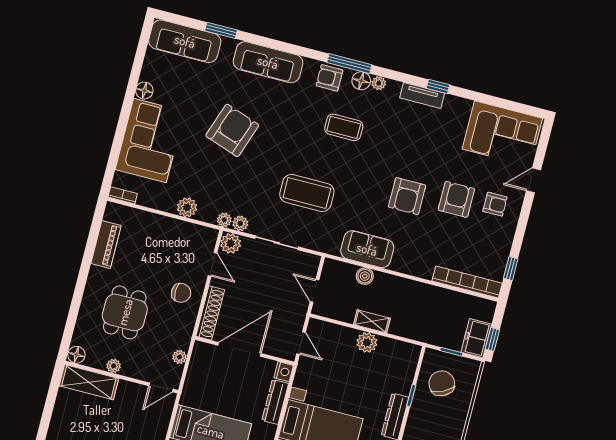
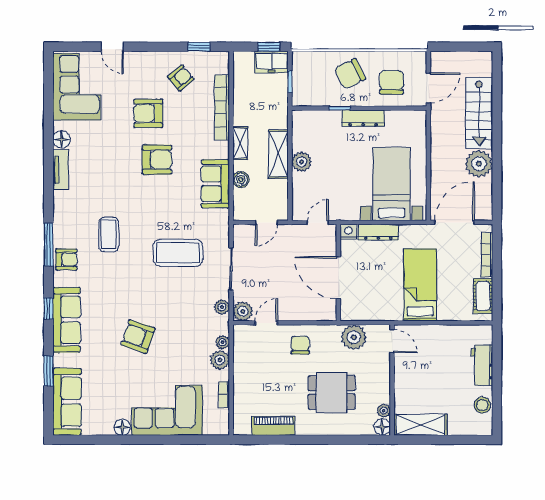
armchair: (329, 78) -> (66, 259), turned -90
floor lamp: (361, 81) -> (62, 140), moved
plant: (379, 83) -> (59, 213), removed
window: (438, 87) -> (48, 309), moved
armchair: (232, 130) -> (138, 337), width x0.73, depth x0.73
coffee table: (307, 193) -> (178, 253), turned 90
bookcase: (123, 195) -> (224, 395), moved
armchair: (495, 204) -> (181, 78), moved, turned 50
plant: (224, 220) -> (223, 342), moved
bookcase: (467, 282) -> (222, 107), moved
shelving: (402, 285) -> (240, 143), added
shoe rack: (210, 313) -> (312, 313), removed
shelving: (372, 321) -> (279, 154), width x1.50, depth x1.33
plant: (179, 357) -> (354, 337), width x1.88, depth x1.88
plant: (114, 366) -> (384, 411), moved
shelving: (89, 382) -> (420, 425), moved, turned 90
chair: (442, 383) -> (350, 74), moved

